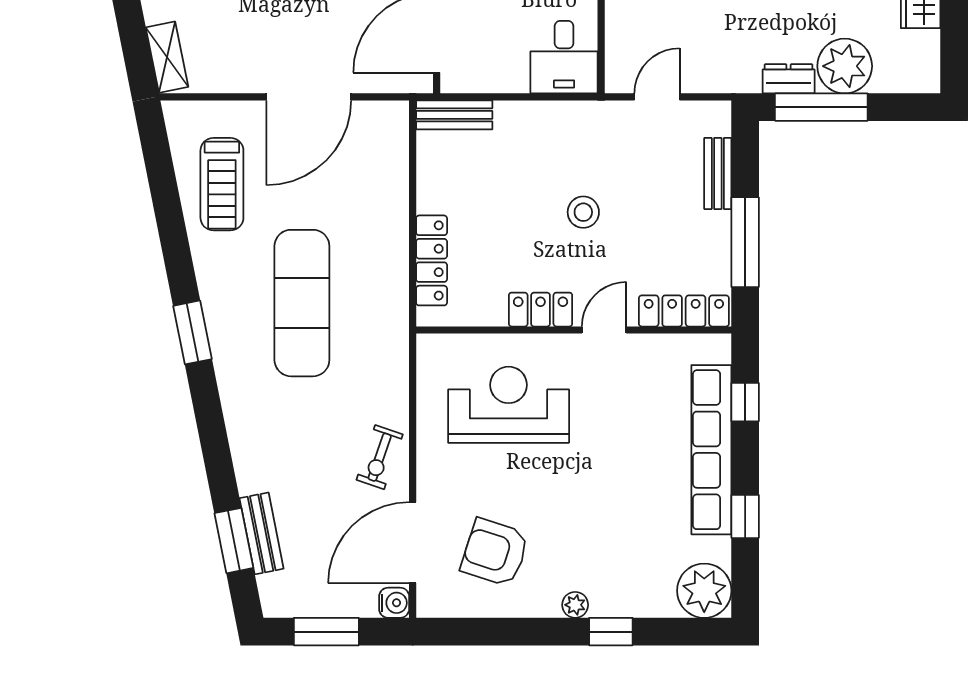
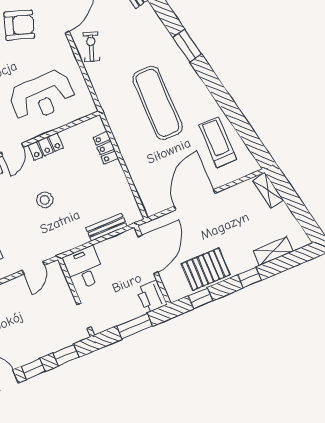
bench: (454, 115) -> (107, 227), moved
locker: (432, 260) -> (106, 148), width x0.66
window: (192, 332) -> (187, 46), moved

